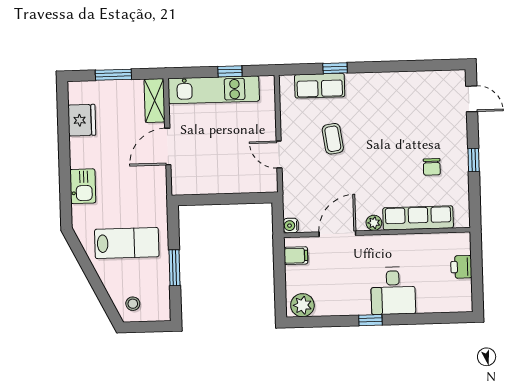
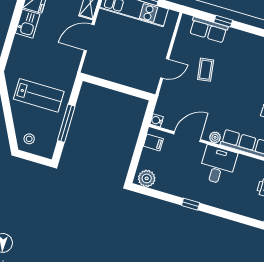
door: (279, 155) -> (165, 68), swing flipped
kitchen sink: (83, 186) -> (28, 24), moved
window: (174, 268) -> (66, 123), width x1.44
desk: (393, 291) -> (218, 165), moved, turned 180

